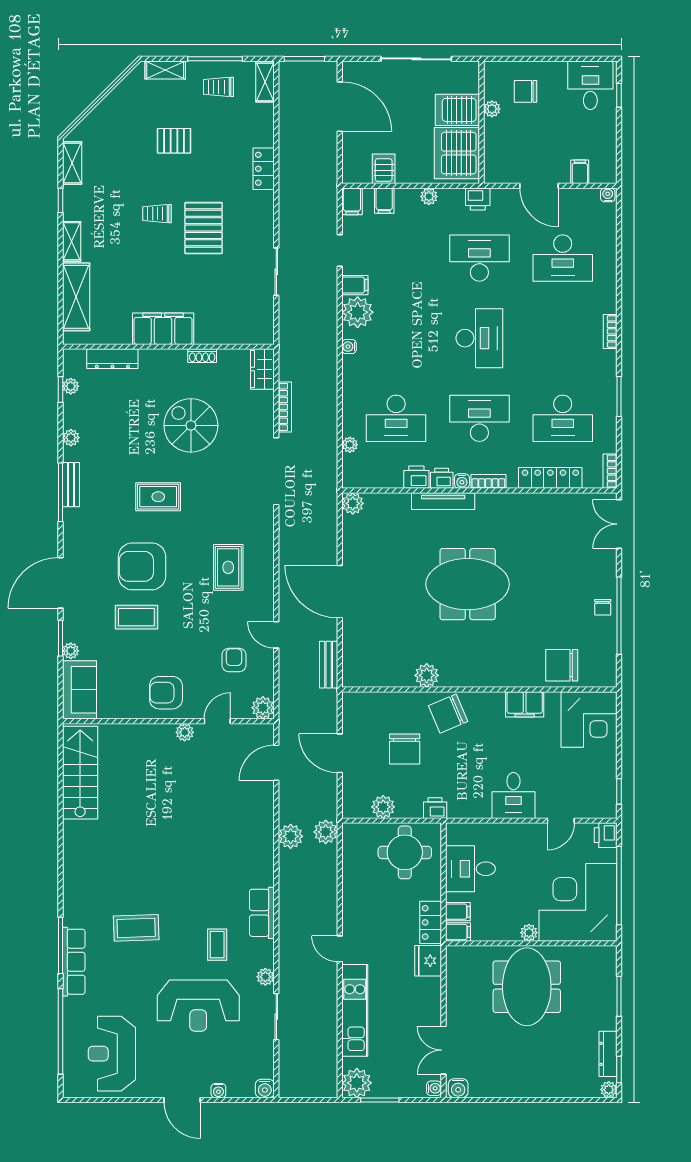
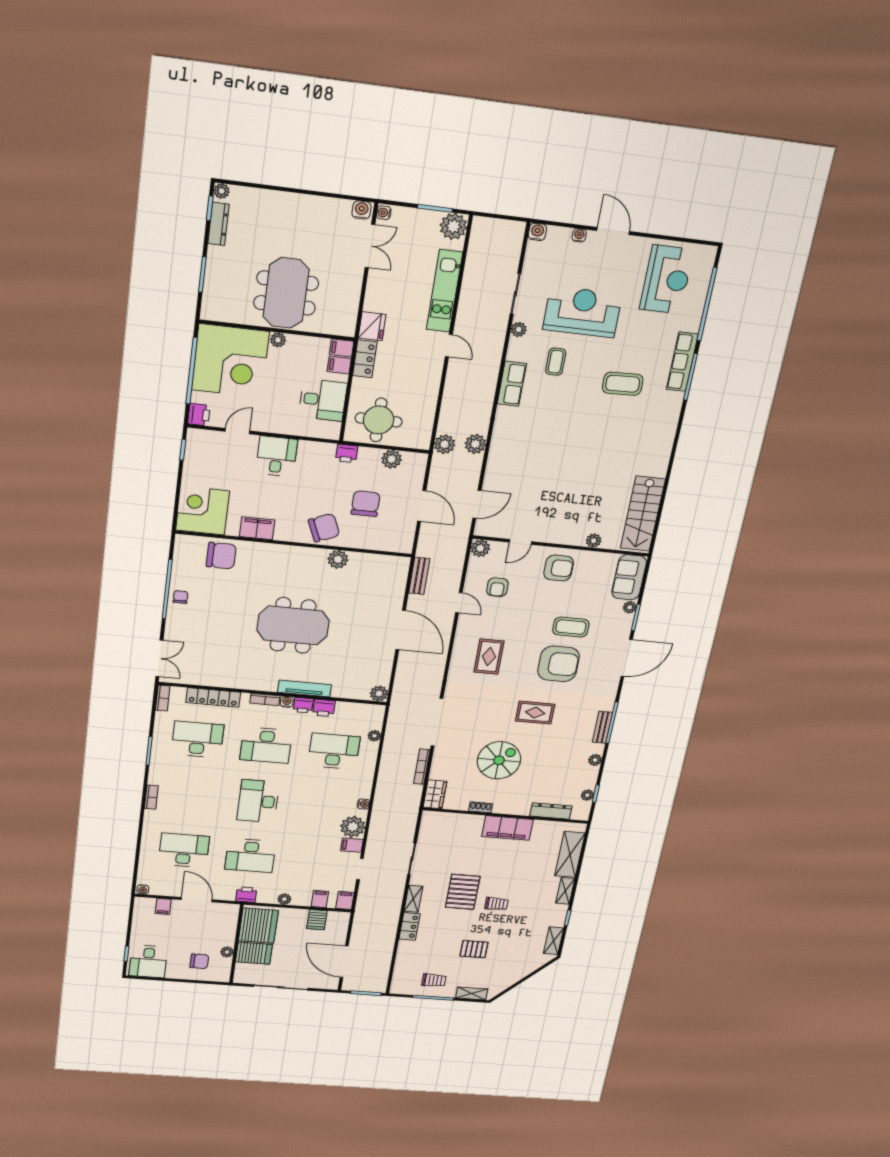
shelving: (265, 82) -> (413, 899), moved
spiral stairs: (191, 425) -> (499, 760), turned -90
plant: (185, 732) -> (594, 541), moved

